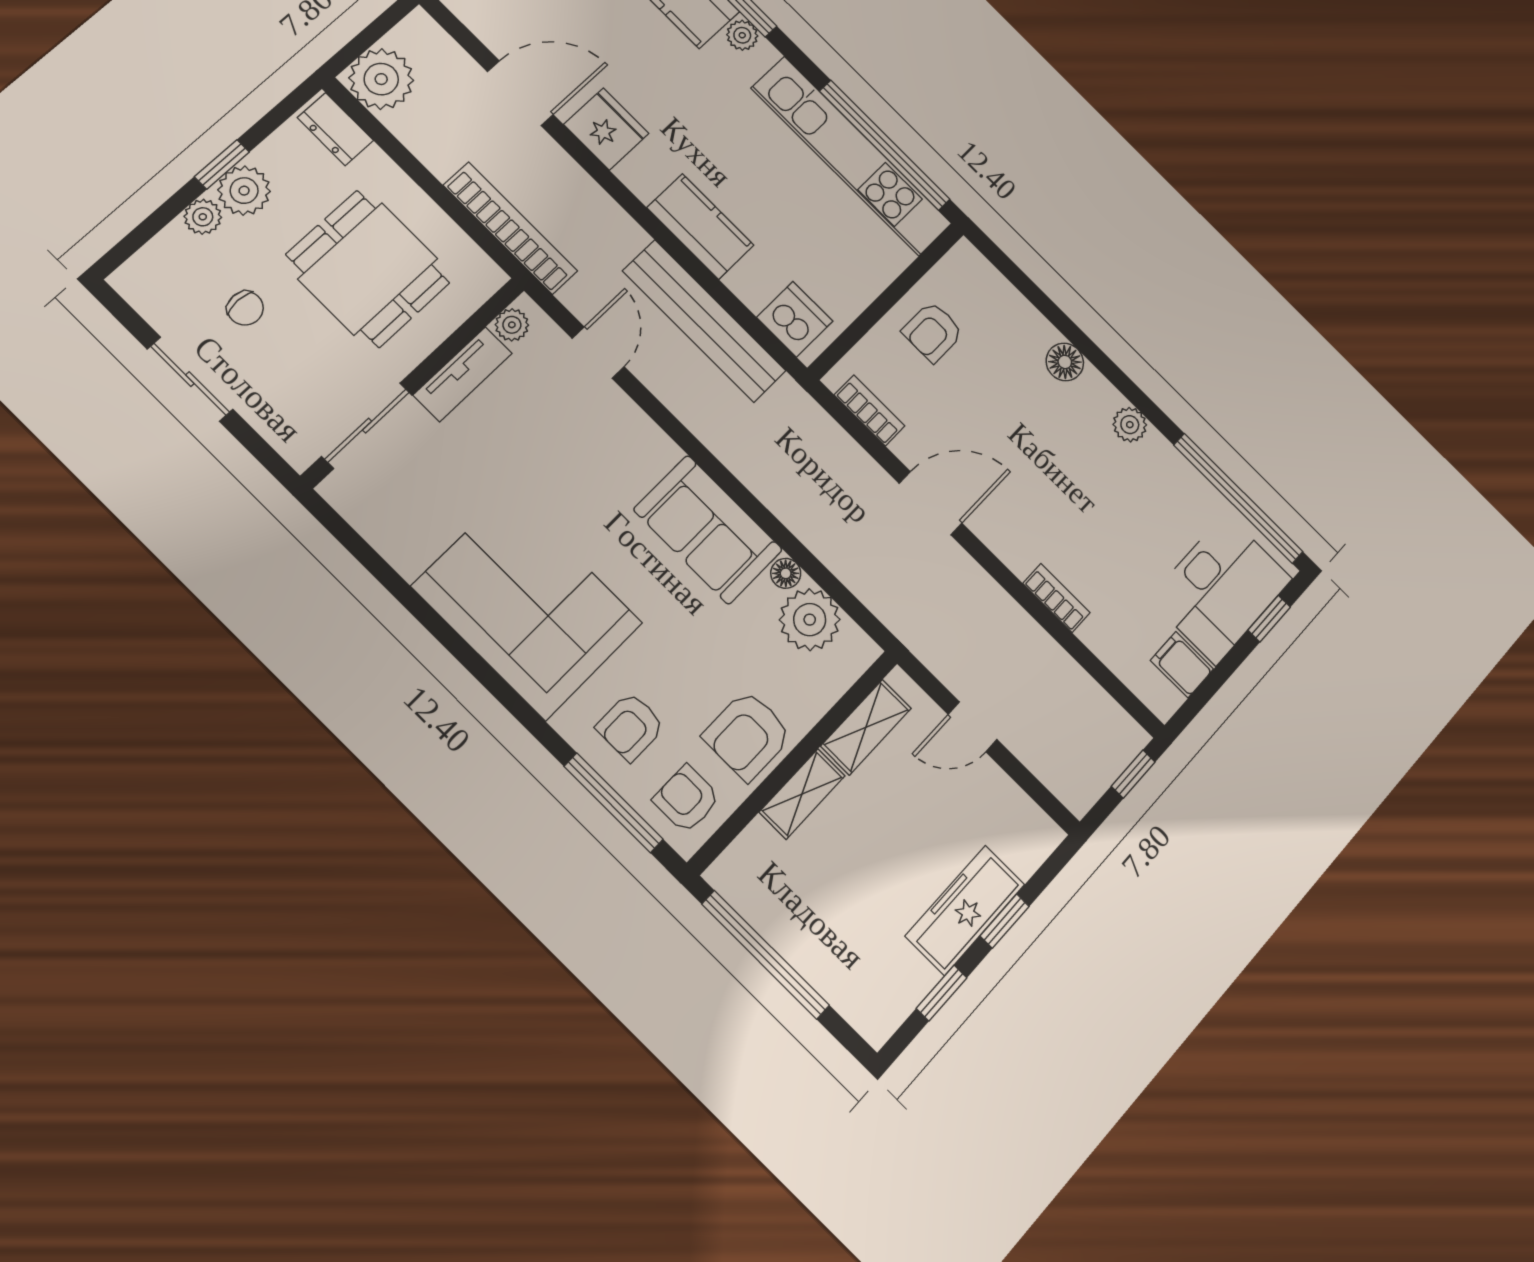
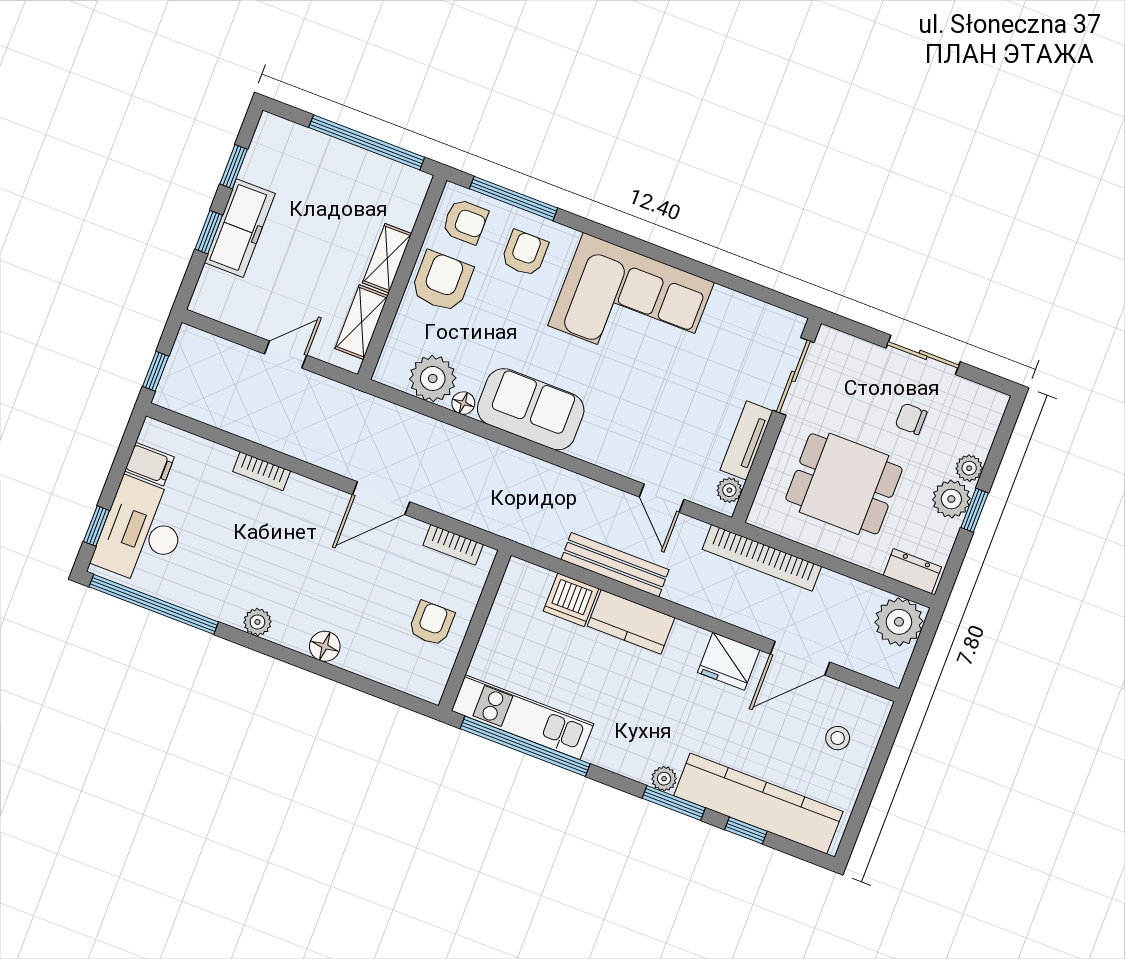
kitchen unit: (851, 156) -> (522, 717), width x0.73
dishwasher: (795, 319) -> (571, 600), moved
bench: (704, 321) -> (615, 565), width x0.73, depth x0.82

